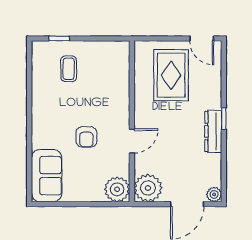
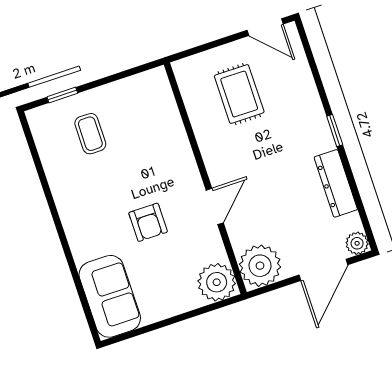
rug: (171, 75) -> (239, 94), width x0.73, depth x0.70
dresser: (213, 131) -> (336, 183), moved

